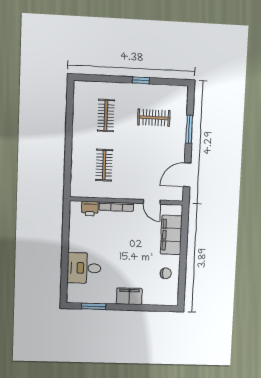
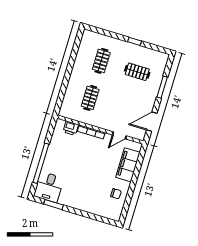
door: (152, 202) -> (119, 135), hinge flipped
window: (65, 261) -> (41, 163), added
desk: (84, 268) -> (49, 187), moved, turned -90
filing cabinet: (129, 296) -> (83, 204), removed

